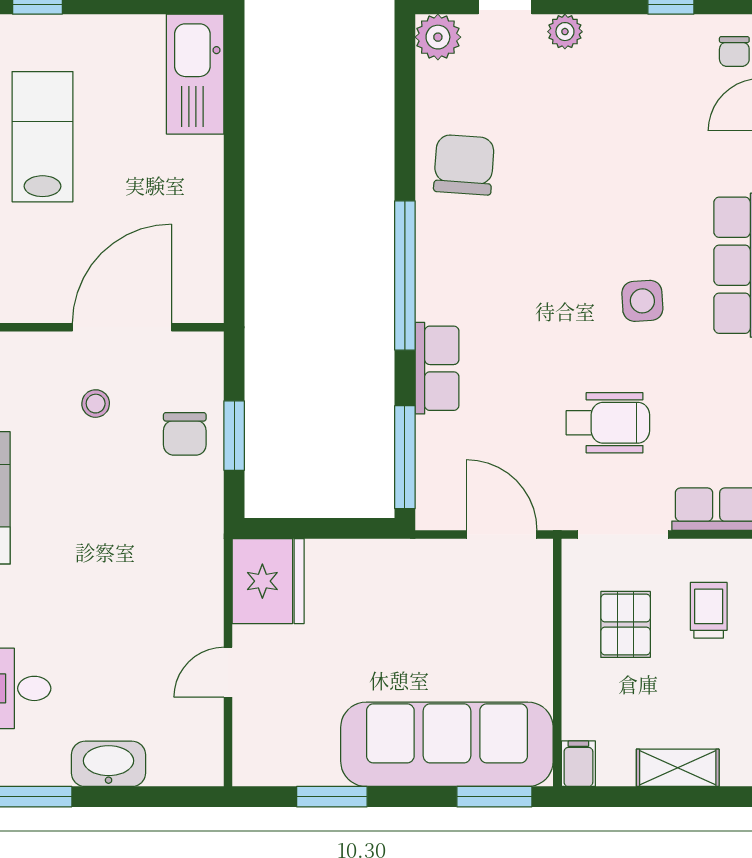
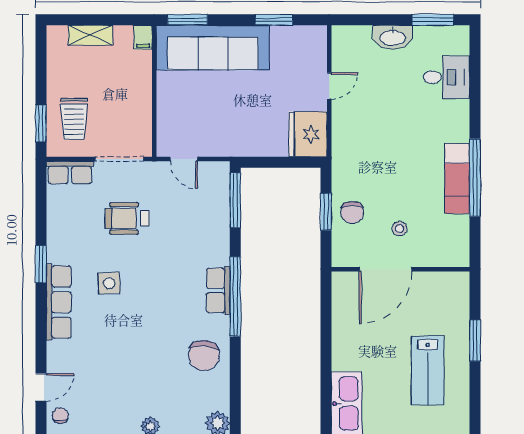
row of seats: (437, 368) -> (218, 290), moved
chair: (185, 434) -> (352, 212), turned 180
door: (502, 534) -> (184, 159), width x0.73
trolley: (709, 610) -> (74, 119), width x1.36, depth x1.39
pallet: (626, 624) -> (118, 111), removed

